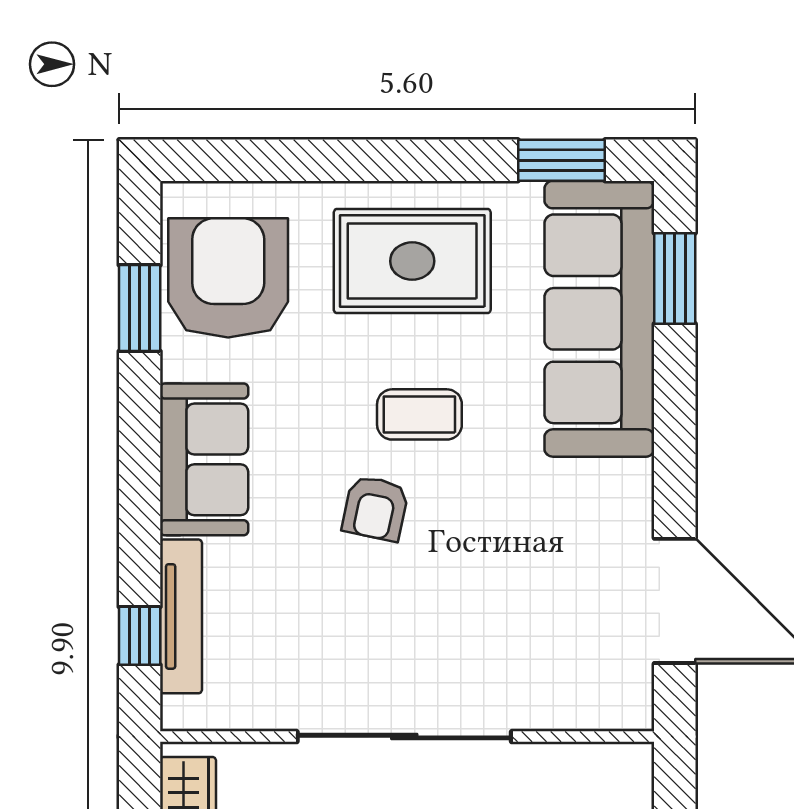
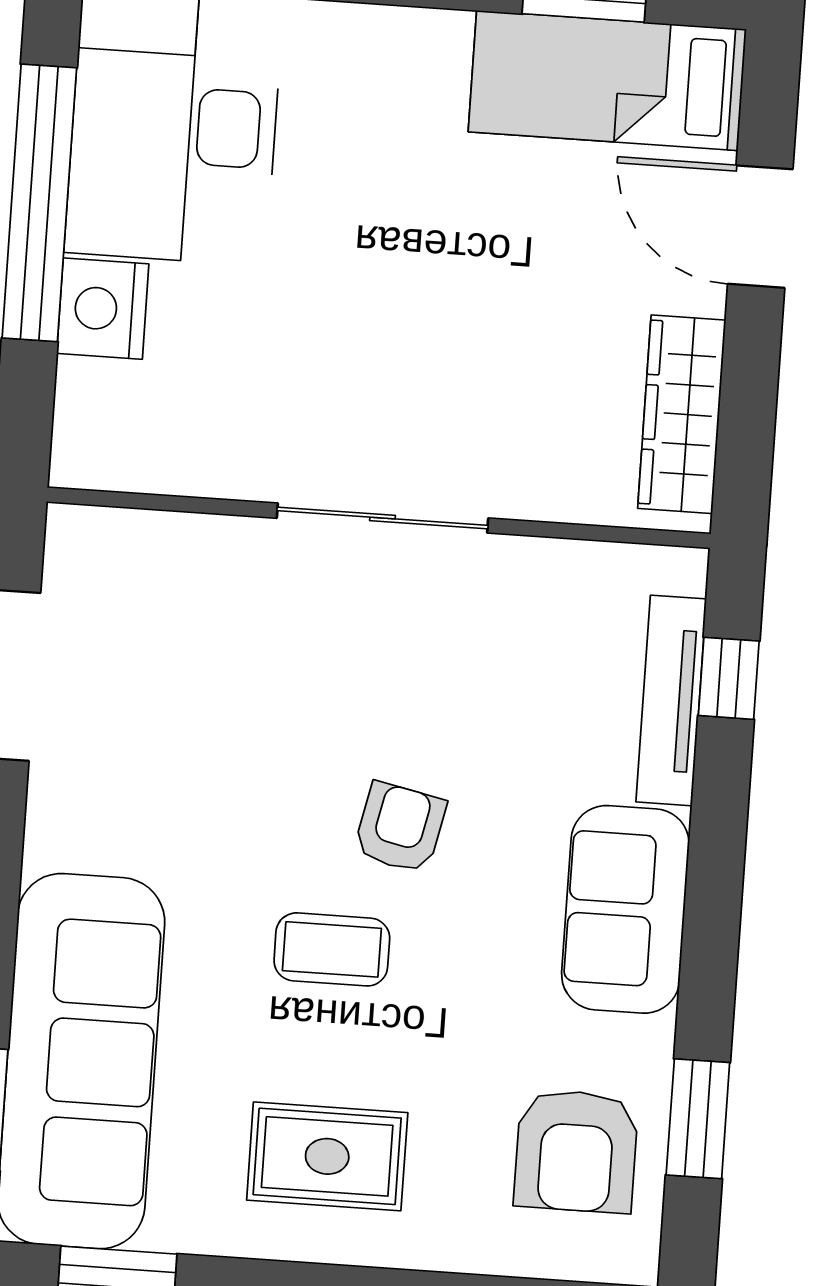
rug: (412, 261) -> (327, 1156), width x0.73, depth x0.70
armchair: (228, 278) -> (576, 1151), width x0.73, depth x0.73
sliding door: (404, 737) -> (382, 518), width x0.73

